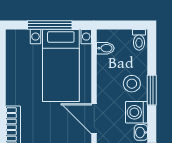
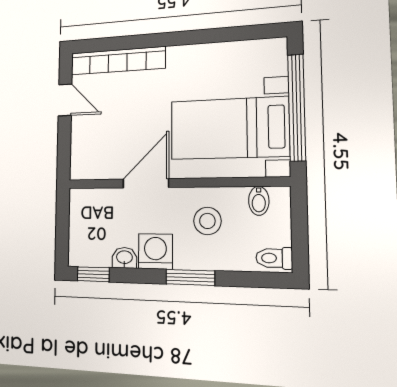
window: (50, 25) -> (297, 107), width x1.46
stool: (132, 84) -> (207, 221), moved

